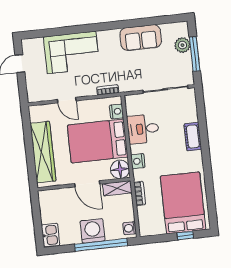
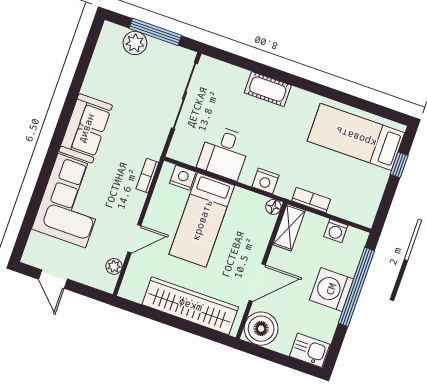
sofa: (141, 38) -> (86, 128), moved
plant: (45, 96) -> (114, 266), added
bed: (98, 141) -> (202, 220), width x0.67
floor lamp: (120, 169) -> (273, 207), width x0.53, depth x0.53
door: (87, 184) -> (257, 283), moved
boiler: (50, 200) -> (261, 329), added
bed: (183, 203) -> (356, 137), width x0.67
washing machine: (130, 228) -> (336, 231), moved

